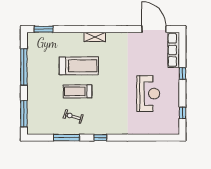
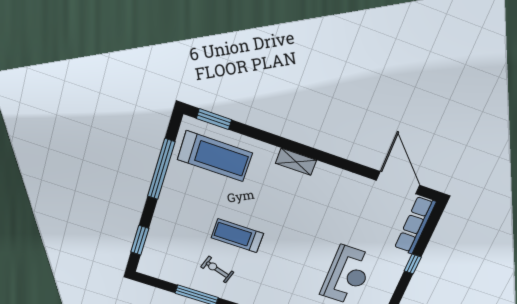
treadmill: (79, 66) -> (215, 156), moved
window: (24, 114) -> (140, 240), width x0.69

